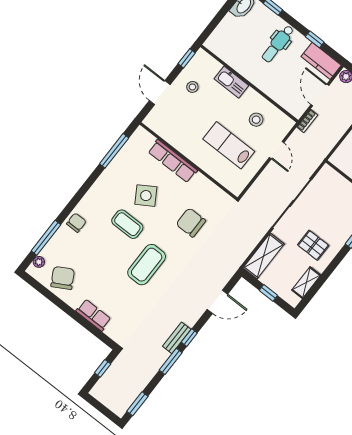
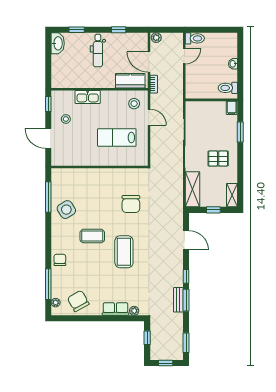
kitchen counter: (321, 61) -> (130, 81), moved, turned 180
stool: (256, 120) -> (134, 104), moved
row of seats: (173, 161) -> (90, 175), removed
side table: (146, 196) -> (66, 210), moved
chair: (191, 222) -> (131, 204), turned -90
shelving: (306, 283) -> (232, 195), moved
door: (217, 302) -> (186, 240), hinge flipped
plant: (111, 331) -> (134, 311), added
bench: (177, 338) -> (178, 300), moved
window: (101, 408) -> (166, 363), added

